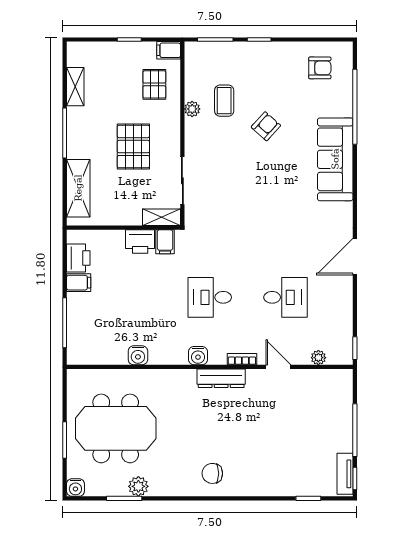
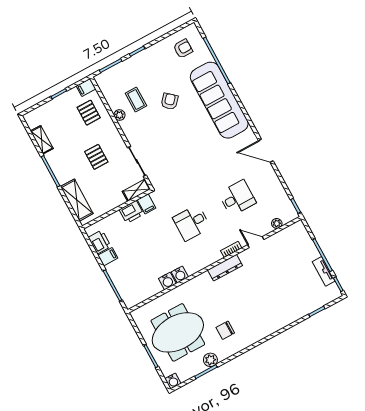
pallet: (133, 147) -> (96, 157), width x0.67, depth x0.71
sofa: (335, 159) -> (219, 100), width x1.36, depth x1.27
door: (355, 257) -> (266, 151), hinge flipped
water cooler: (198, 356) -> (180, 275), moved
chair: (212, 473) -> (225, 330), moved
tv unit: (345, 474) -> (324, 271), moved

